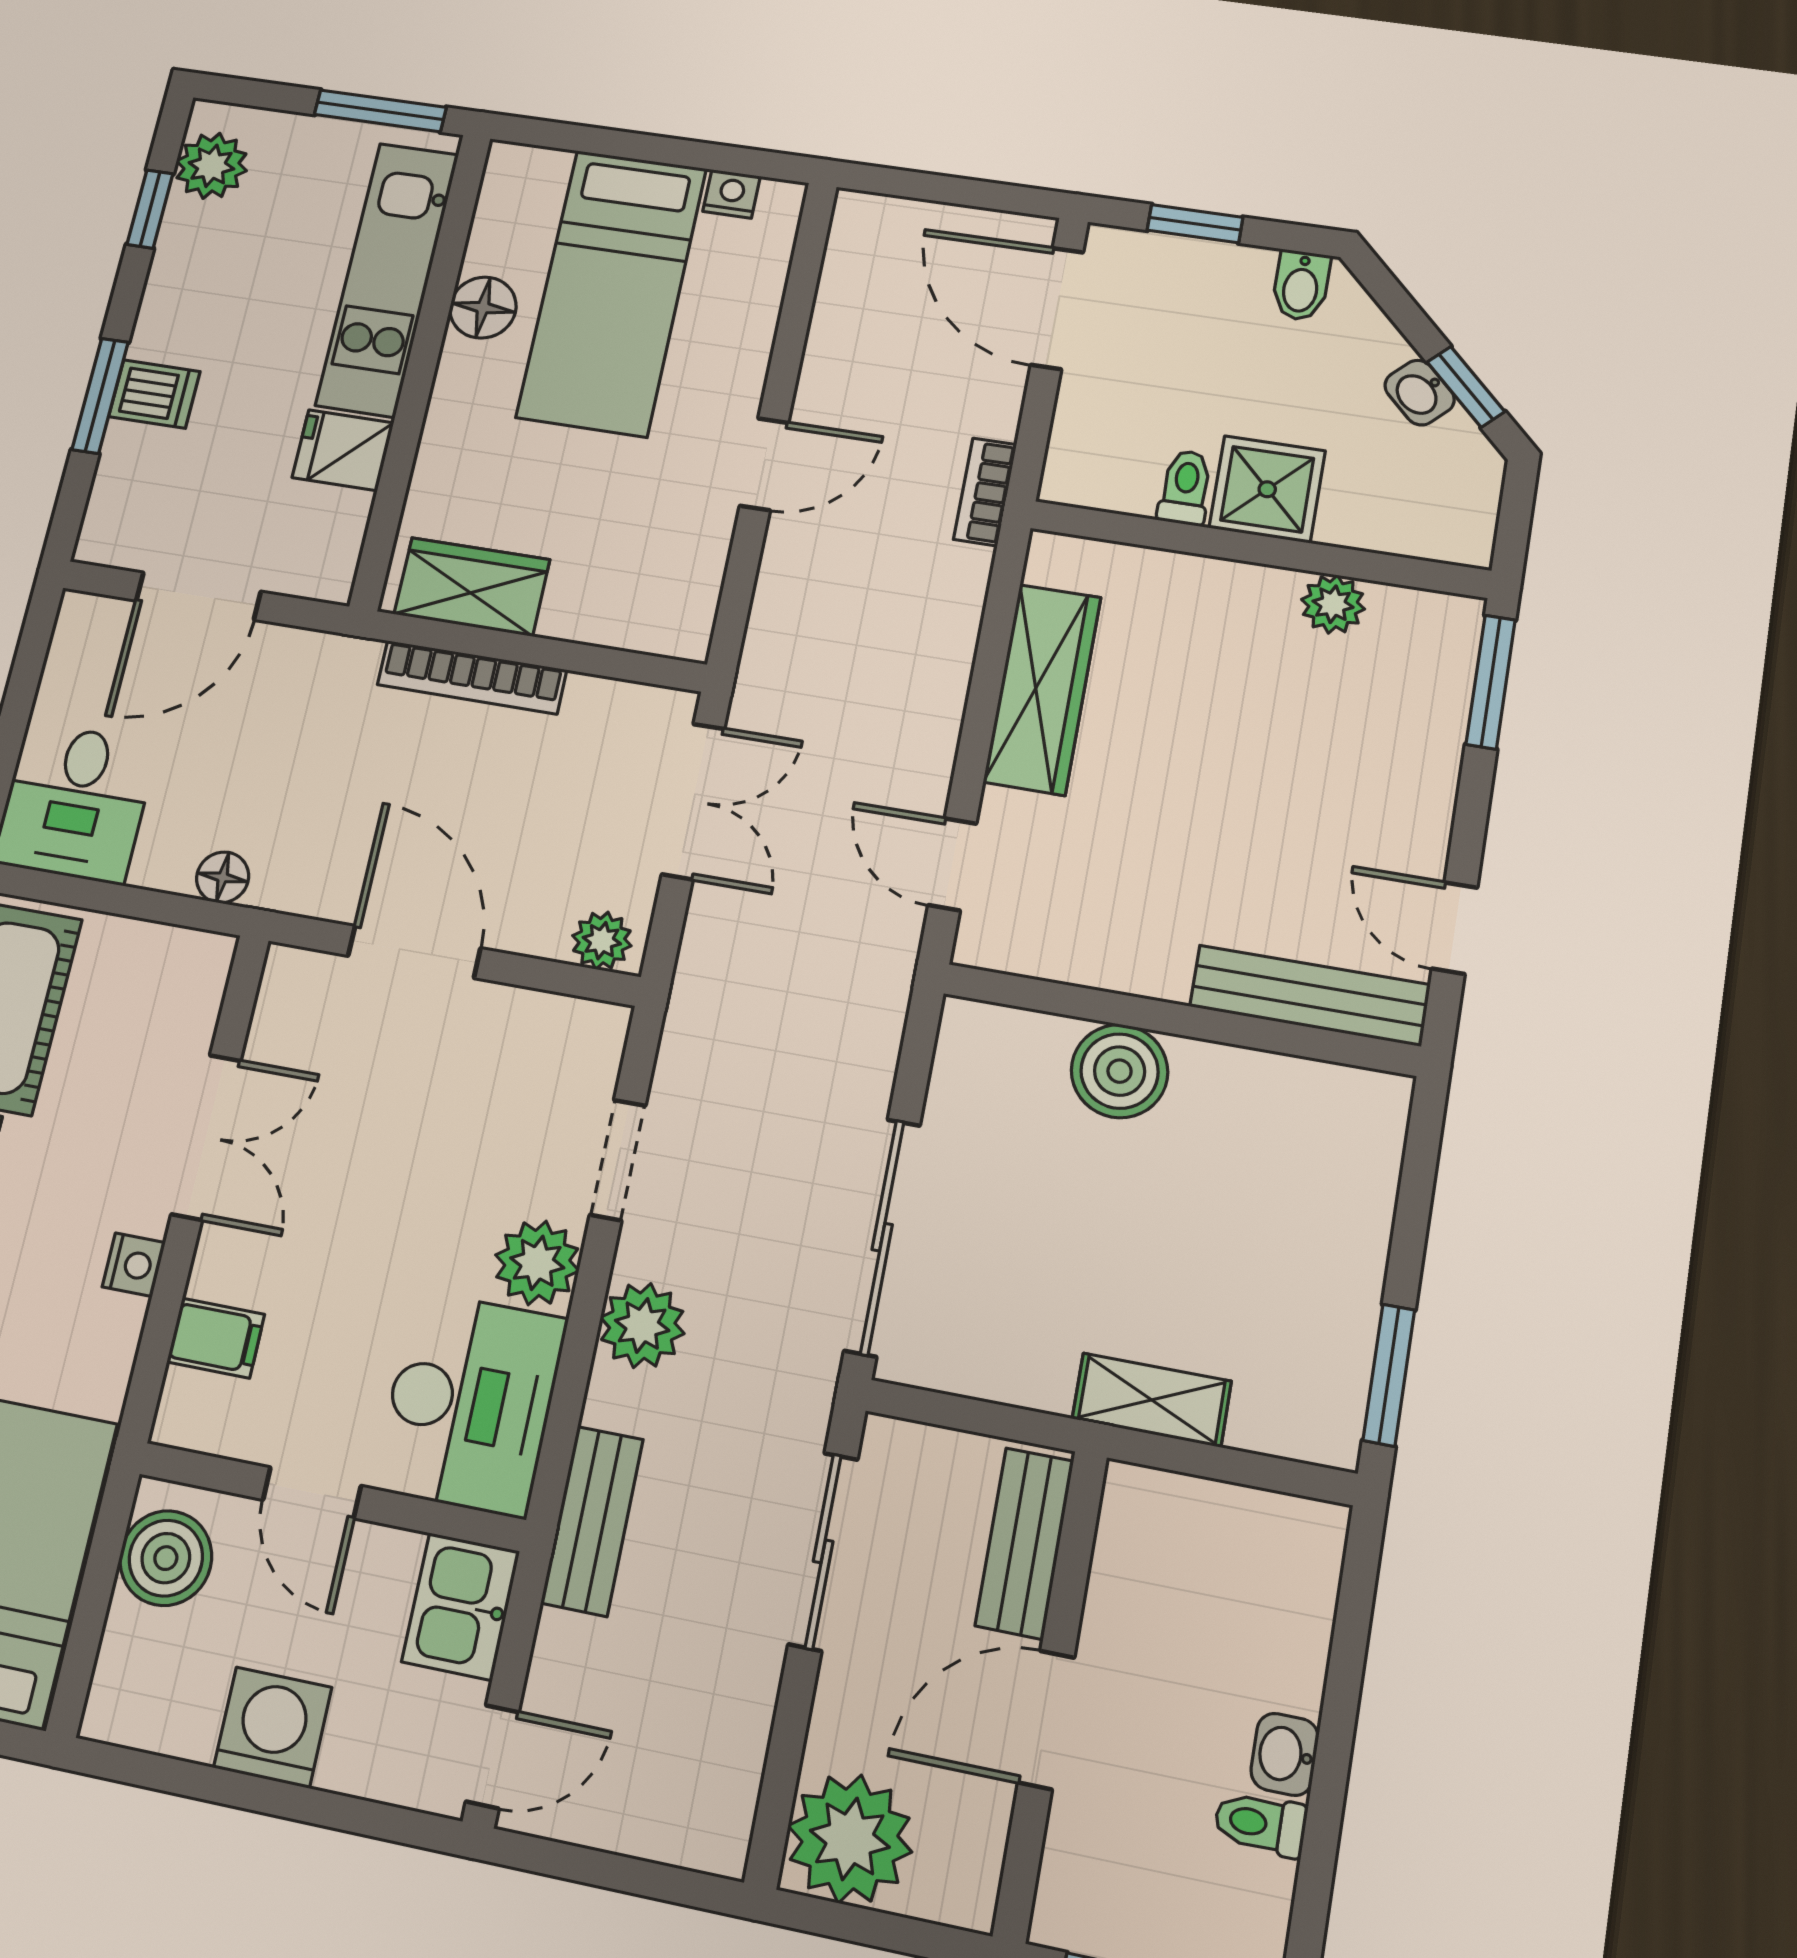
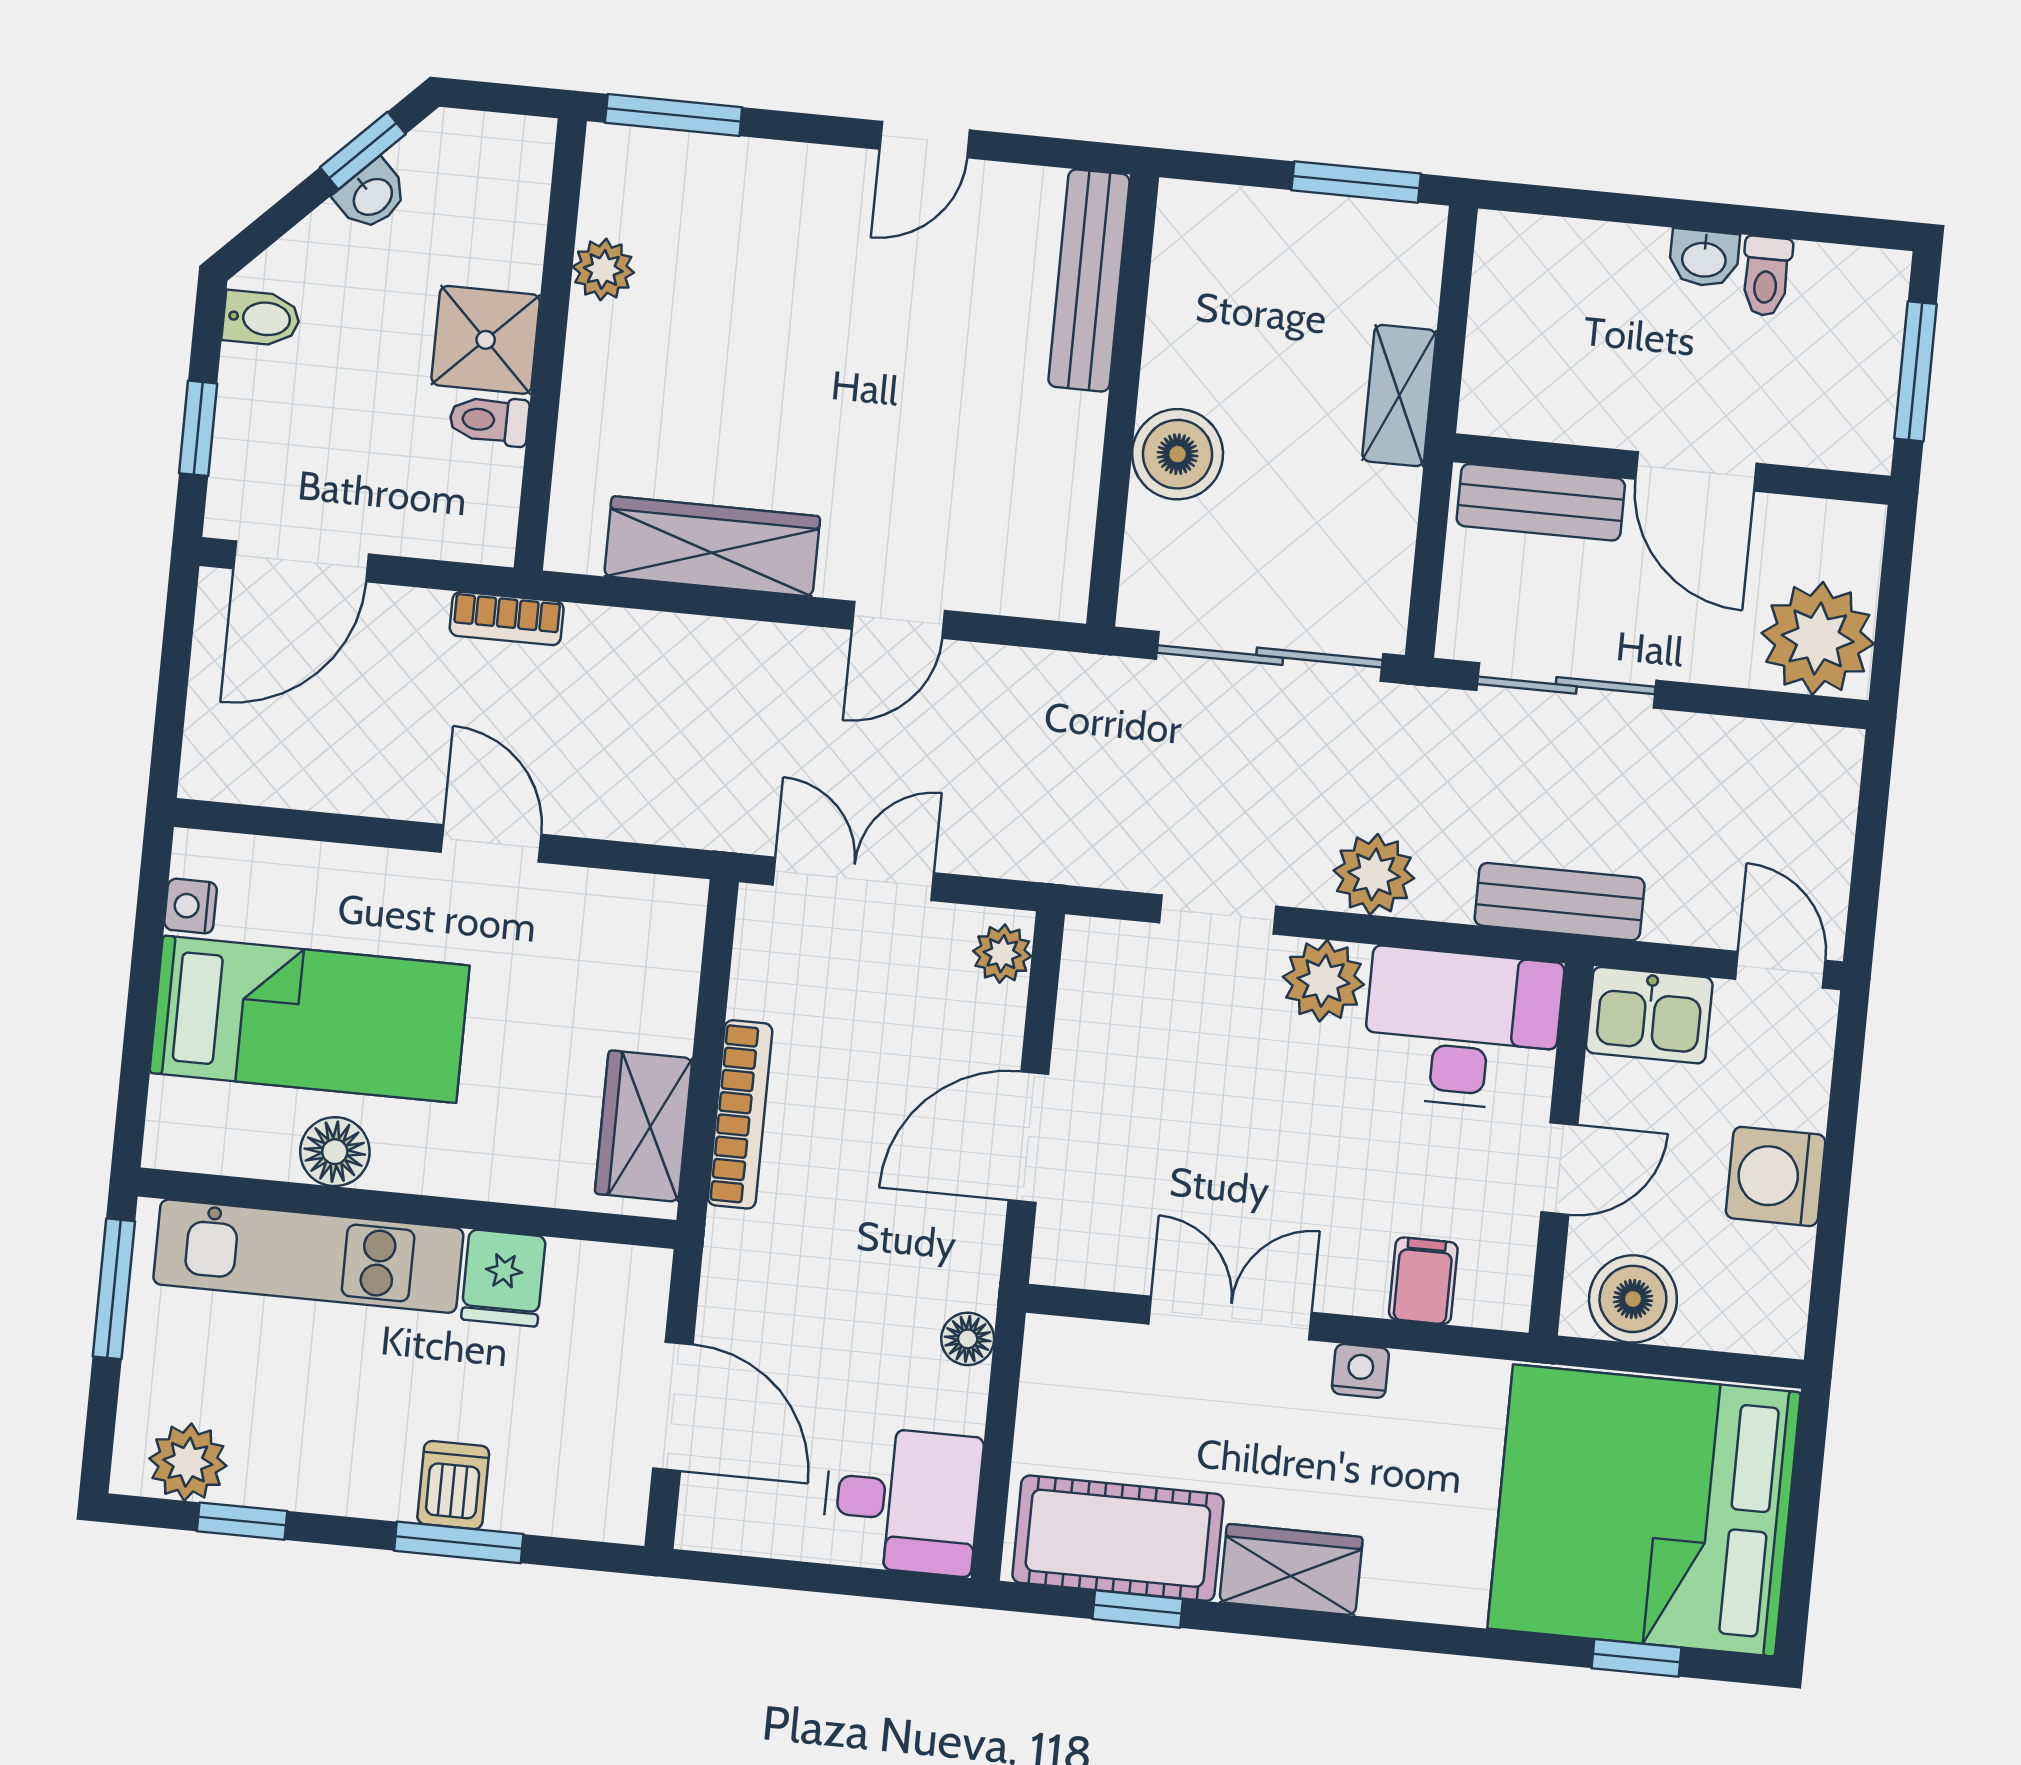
bench: (1310, 996) -> (1089, 280), moved
wall: (1180, 1020) -> (1123, 400), moved
boiler: (1120, 1071) -> (1178, 454), moved

